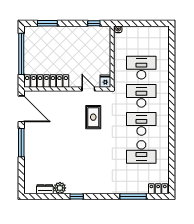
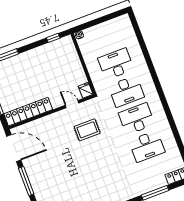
desk: (141, 96) -> (126, 91), turned 180
rug: (93, 117) -> (87, 130), turned 90

